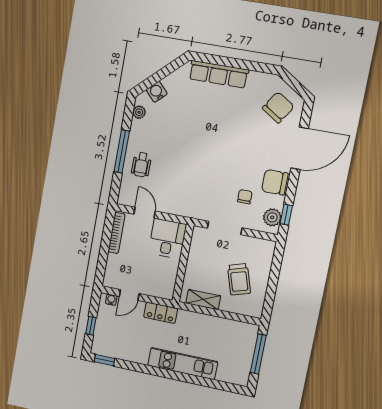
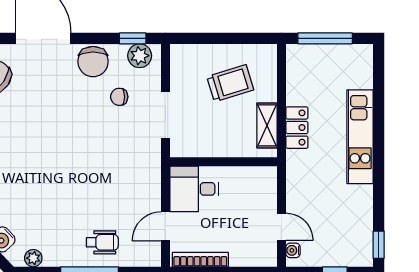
locker: (161, 313) -> (297, 128), moved

